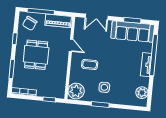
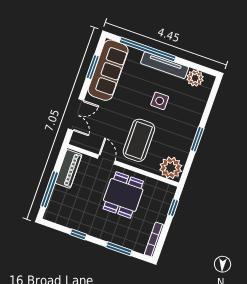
chair: (30, 23) -> (62, 209), removed
door: (71, 45) -> (106, 159), hinge flipped
dining table: (36, 55) -> (123, 195), moved, turned 90
coffee table: (90, 65) -> (139, 140), width x1.86, depth x1.72
tv unit: (146, 65) -> (165, 65), width x1.41
side table: (104, 87) -> (160, 101), moved

